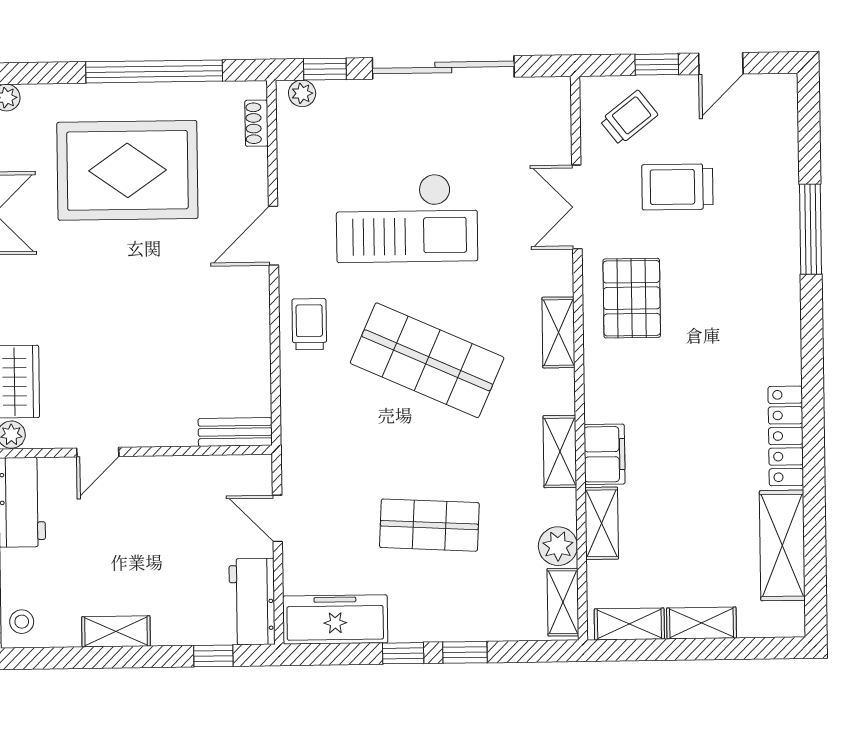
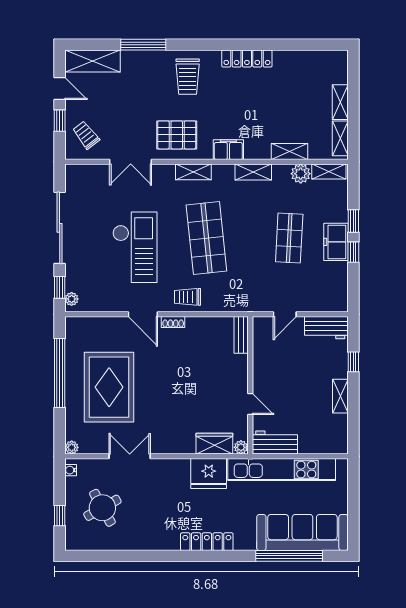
shoe rack: (256, 123) -> (173, 322), moved
trolley: (677, 187) -> (188, 77), moved
shop shelf: (427, 360) -> (206, 238), turned -30
filing cabinet: (605, 454) -> (228, 150), moved
shelving: (782, 545) -> (92, 61), moved
freezer: (335, 619) -> (336, 242), moved, width x0.71
stool: (22, 622) -> (335, 443), removed
window: (213, 656) -> (353, 362), moved

